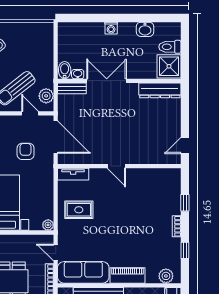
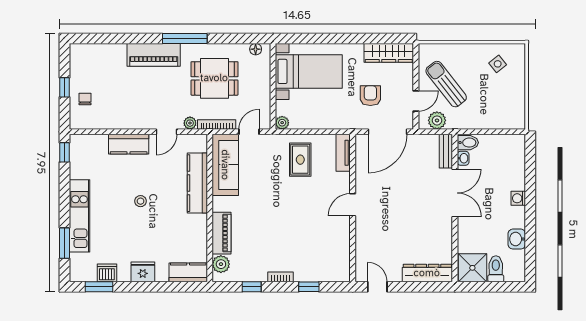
dresser: (160, 90) -> (427, 273), moved, turned 90
armchair: (26, 151) -> (370, 96), turned -90
piano: (127, 275) -> (222, 233), moved

